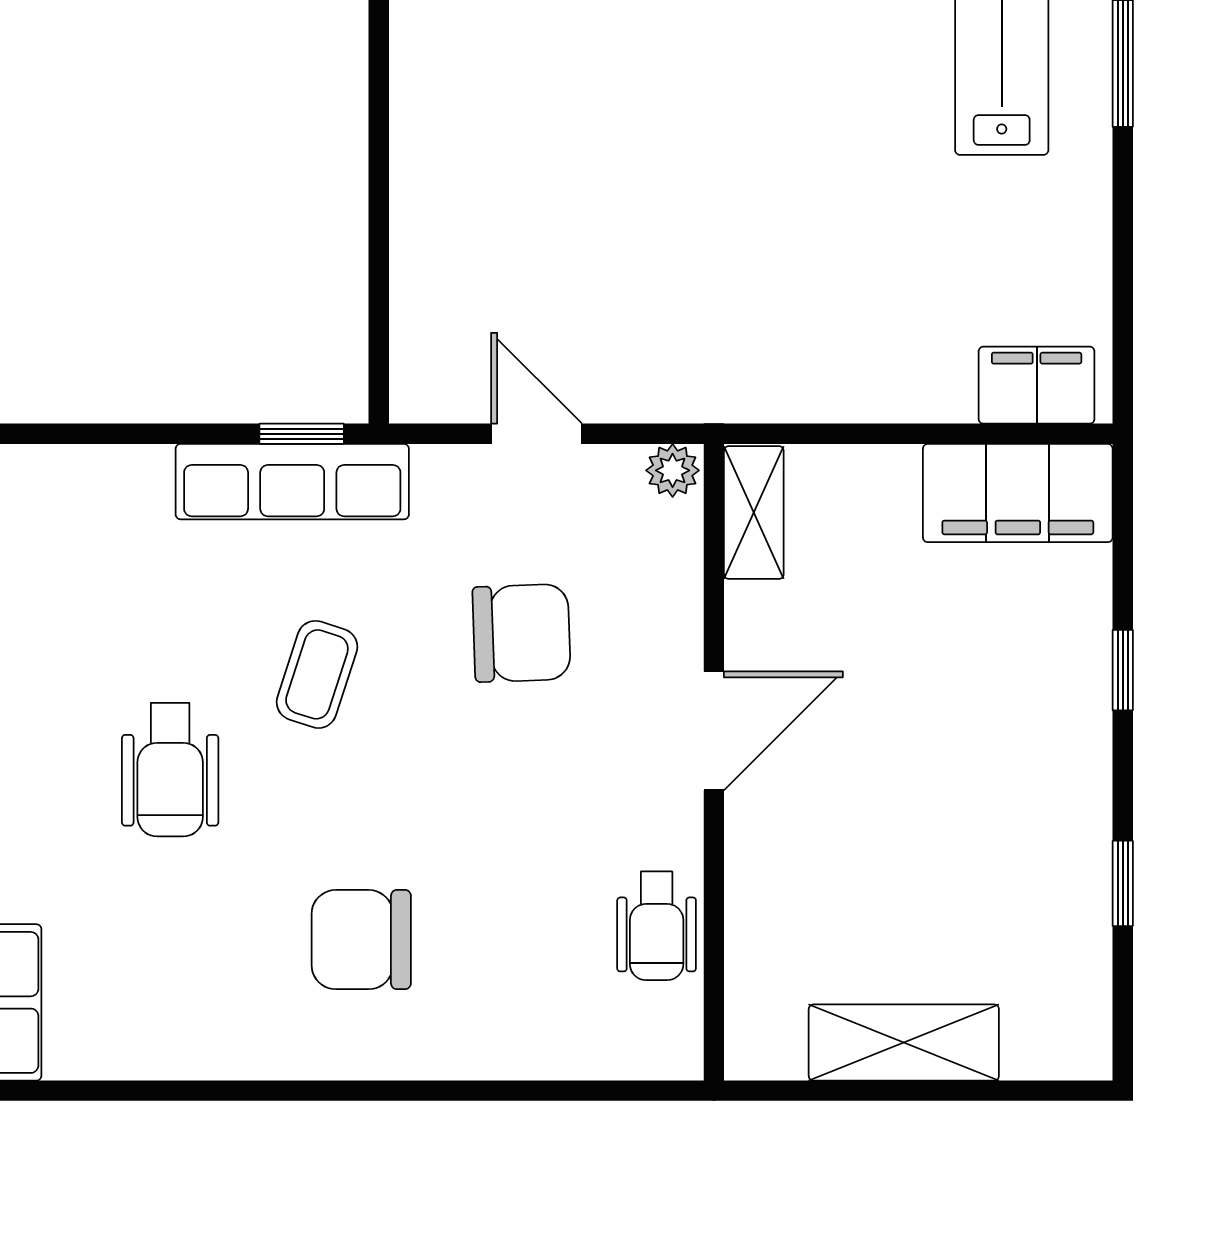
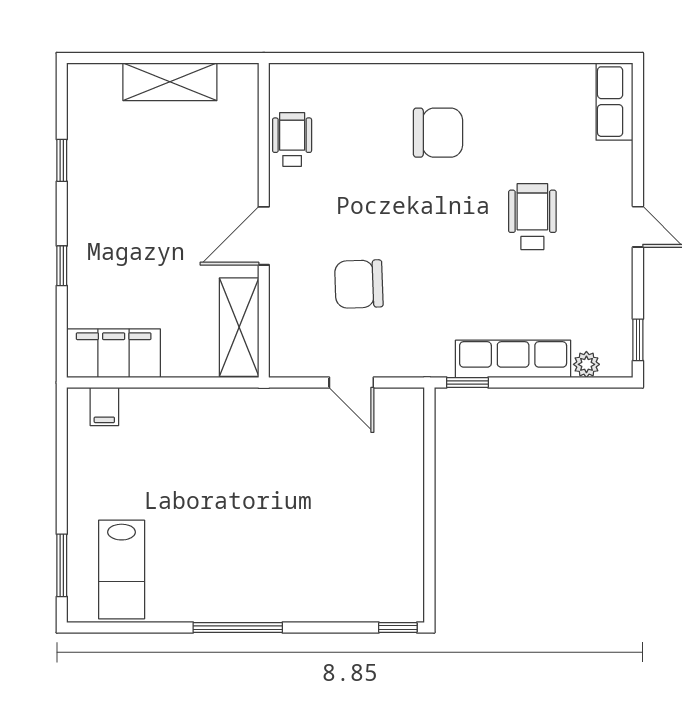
filing cabinet: (1037, 385) -> (104, 407), width x0.50
plant: (673, 470) -> (586, 364), moved
row of seats: (292, 482) -> (513, 359), moved
shelving: (754, 513) -> (239, 327), width x1.50, depth x1.33
coffee table: (317, 674) -> (460, 264), removed

